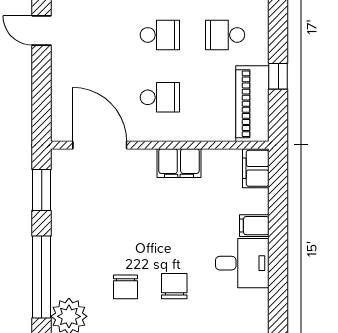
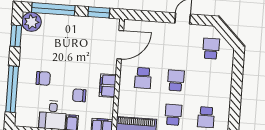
school desk: (160, 35) -> (176, 80), turned 180
chair: (125, 287) -> (79, 95), moved

